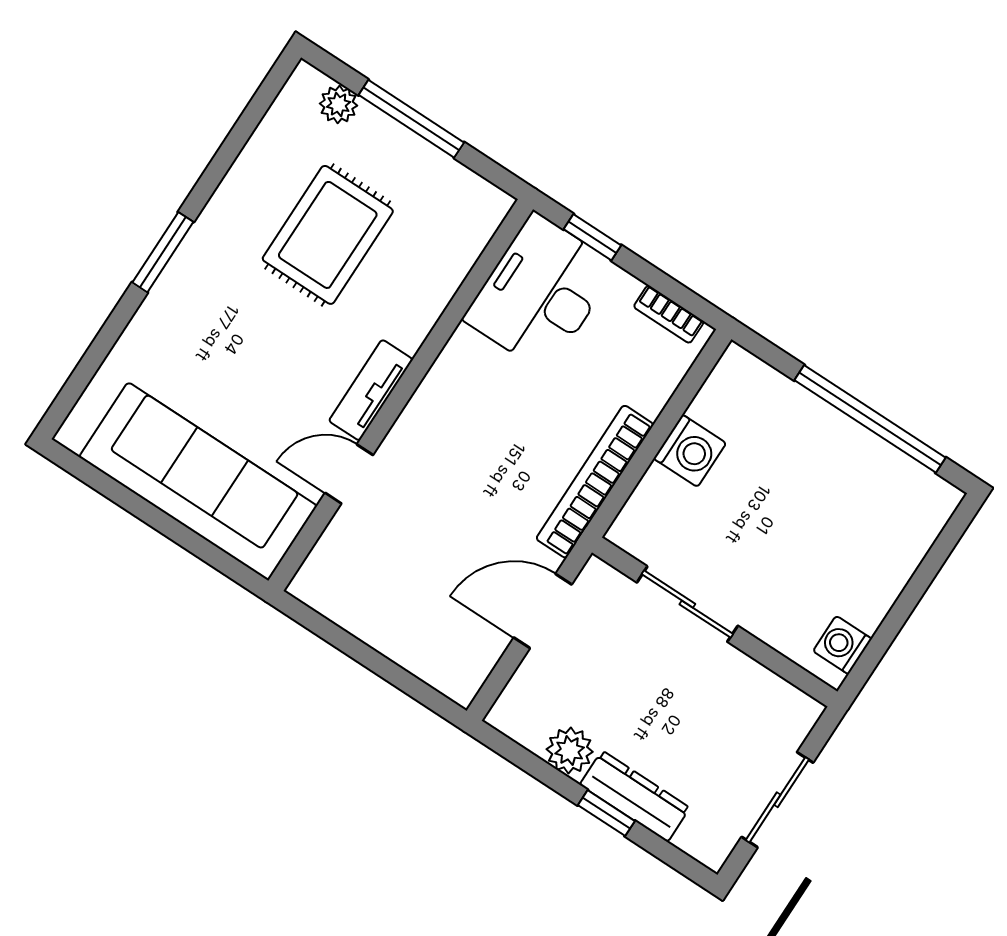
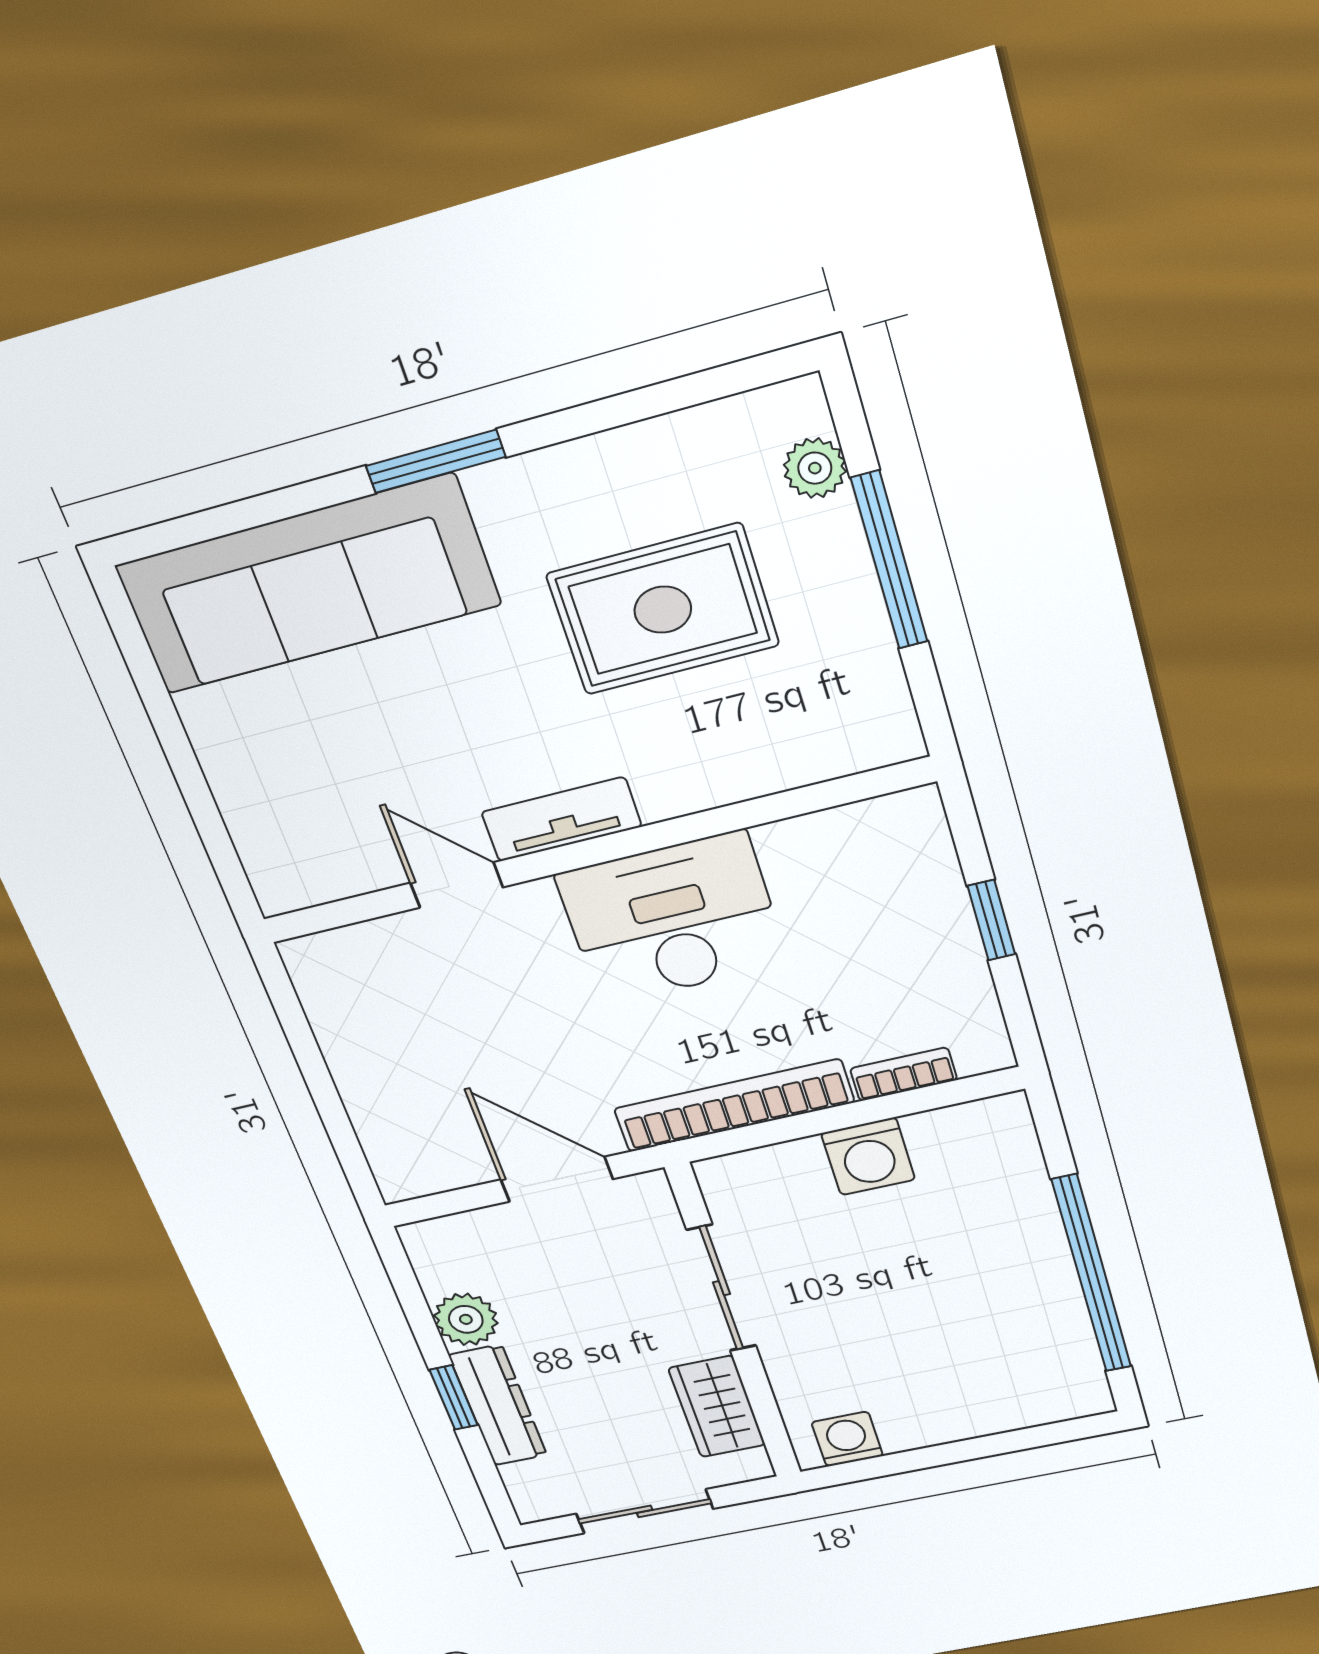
window: (592, 237) -> (991, 920), moved
desk: (540, 293) -> (672, 919), moved
bookcase: (669, 314) -> (904, 1074), moved, turned 90
sofa: (198, 481) -> (308, 585), moved, turned 90
wardrobe: (753, 687) -> (717, 1407), added

